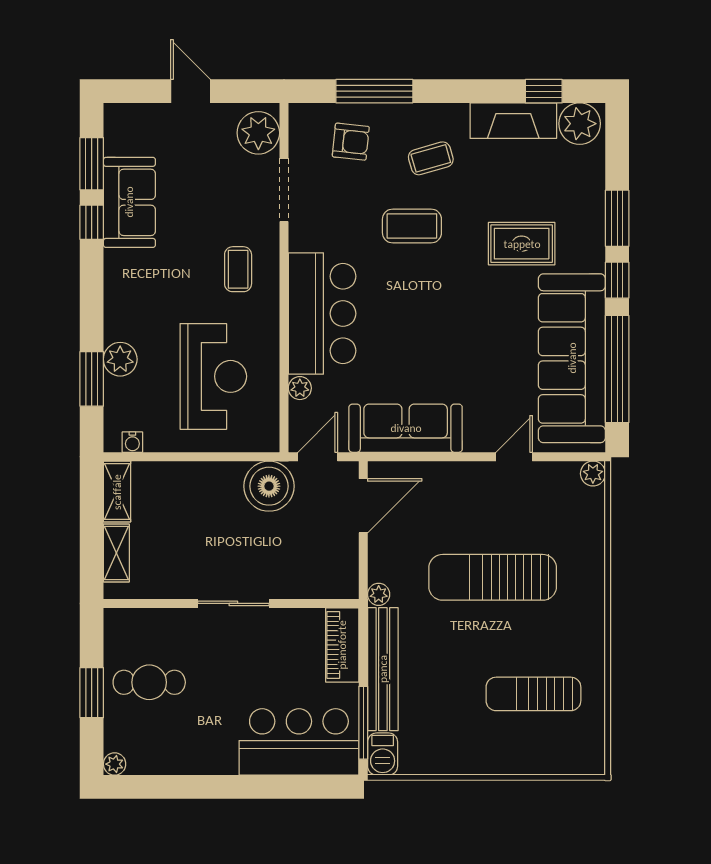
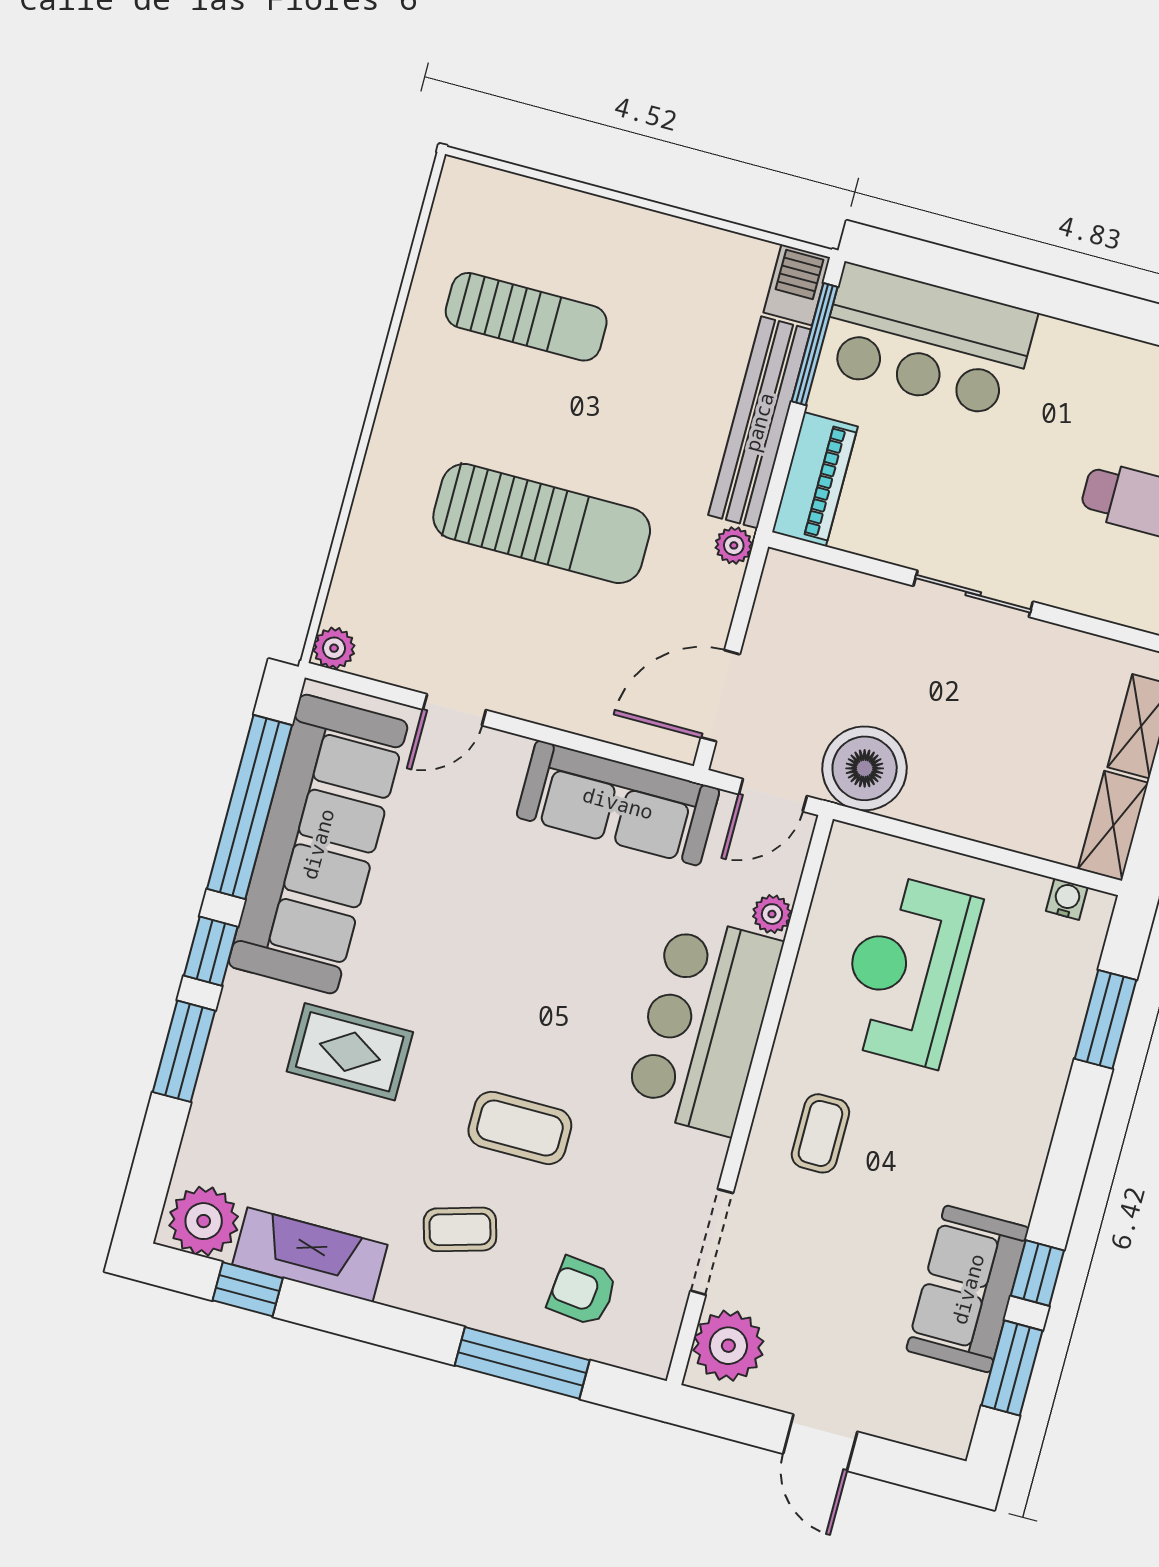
plant: (120, 359) -> (1051, 1039), removed

